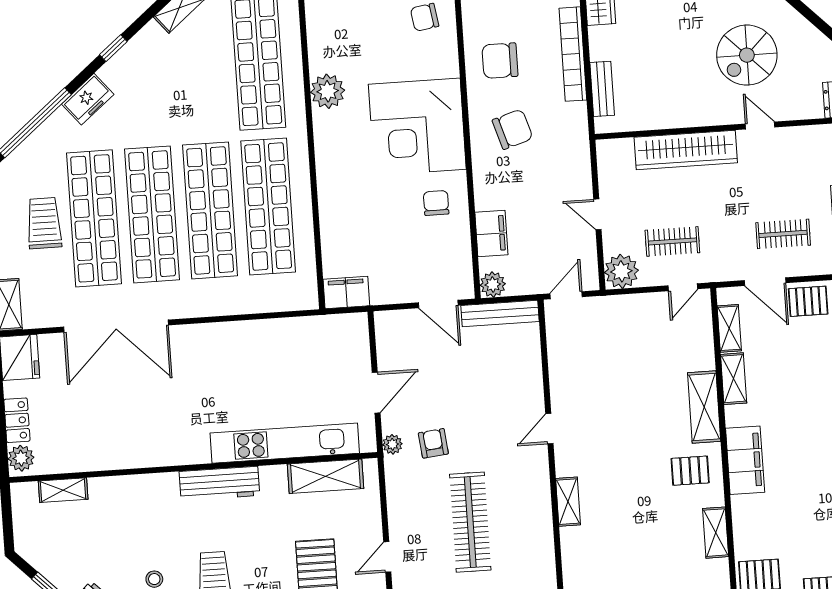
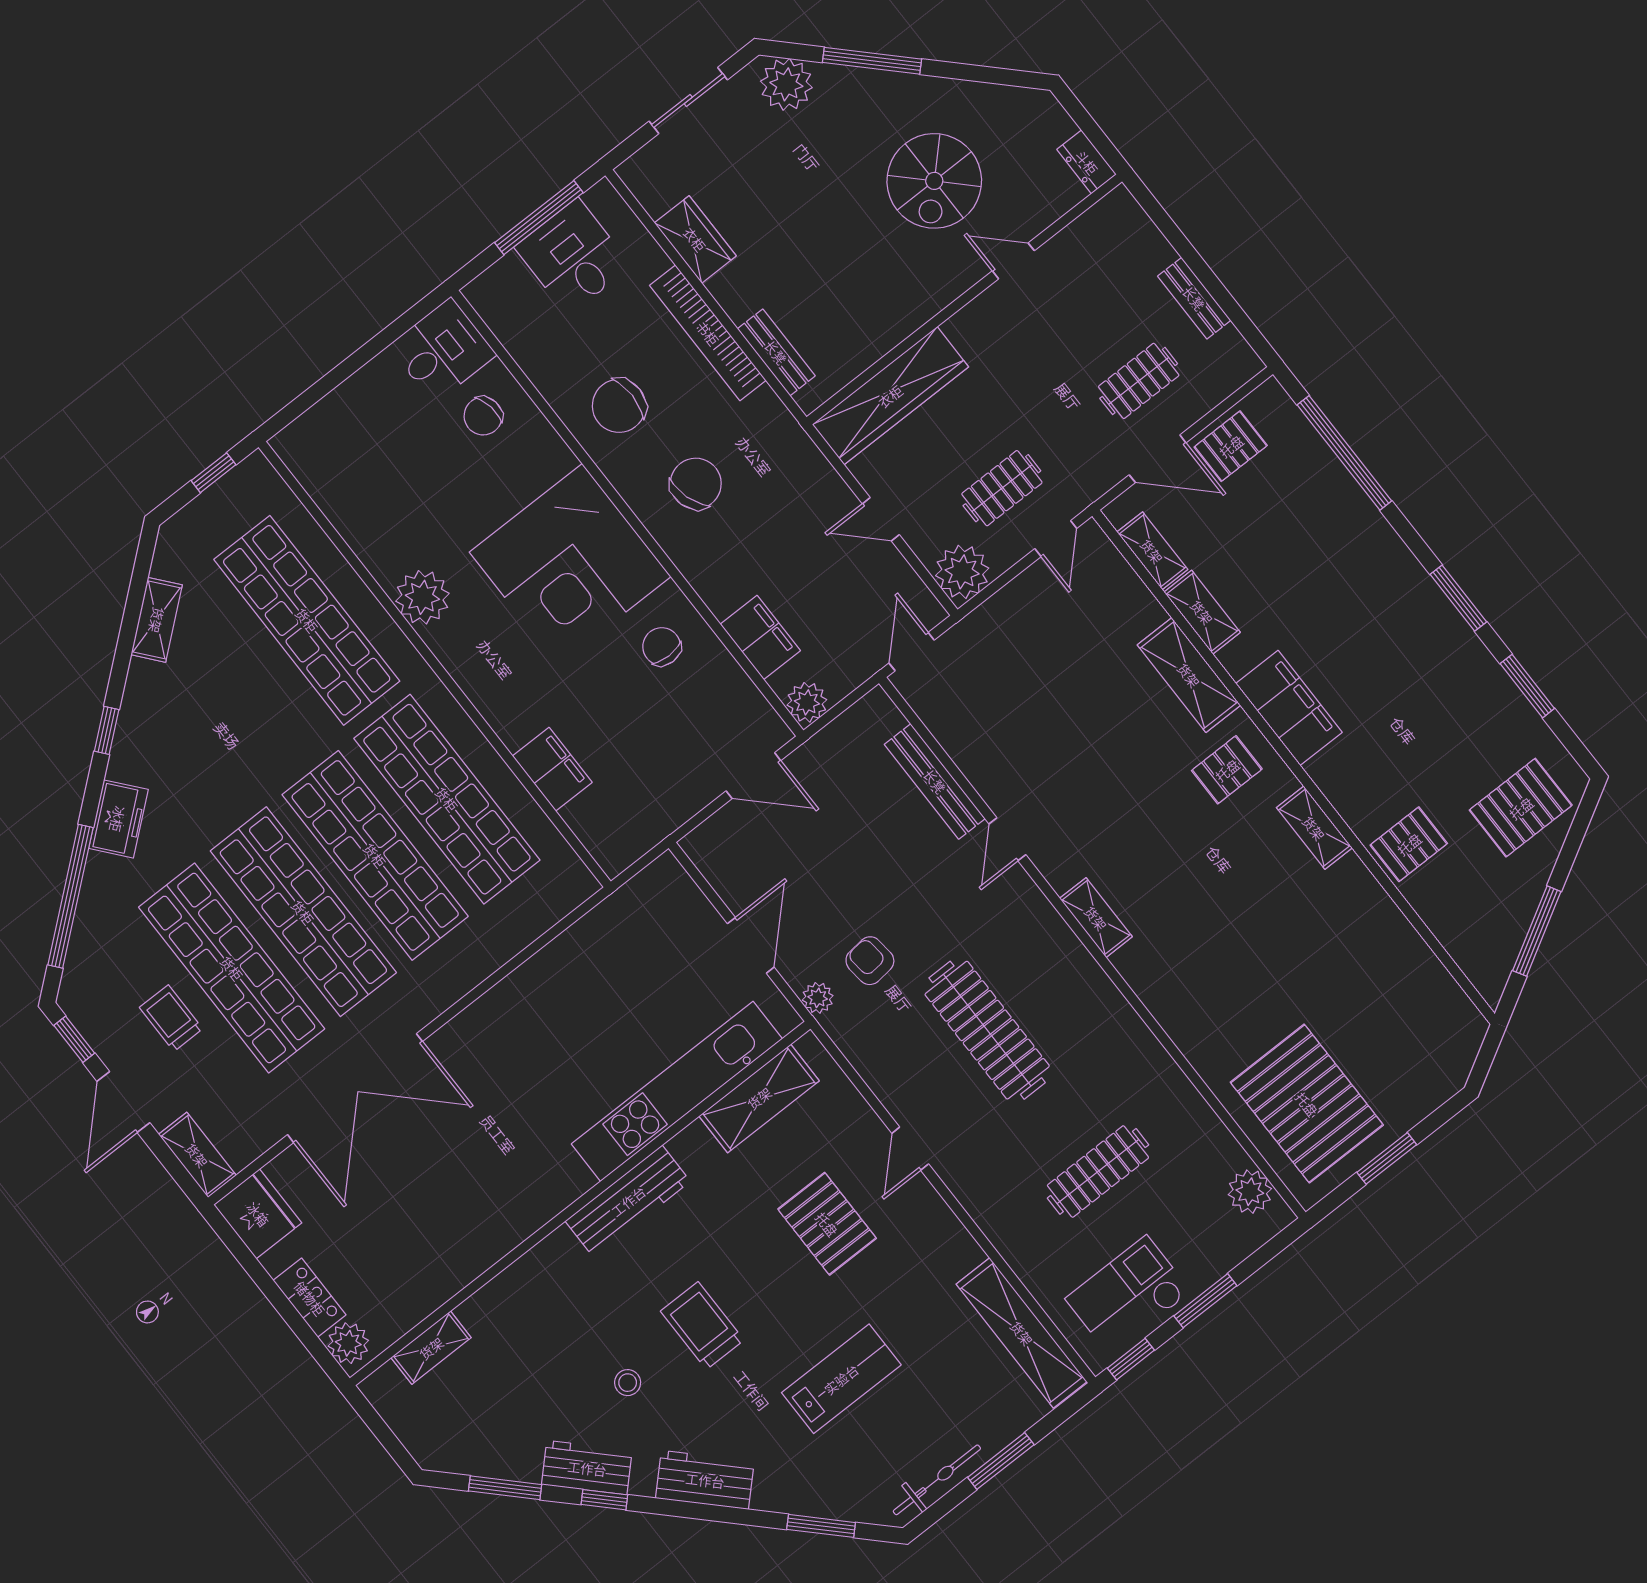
wardrobe: (686, 150) -> (890, 396), moved
trolley: (44, 223) -> (171, 1018), width x0.73, depth x0.72
filing cabinet: (346, 292) -> (552, 769), moved, turned 90
bench: (500, 313) -> (935, 781), moved, turned 90

